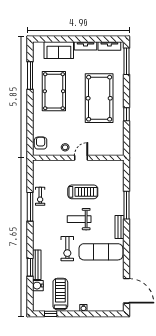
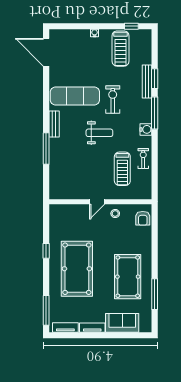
treadmill: (83, 192) -> (122, 169), moved, turned -90
window: (30, 207) -> (155, 113), moved
water cooler: (38, 286) -> (146, 129), moved

